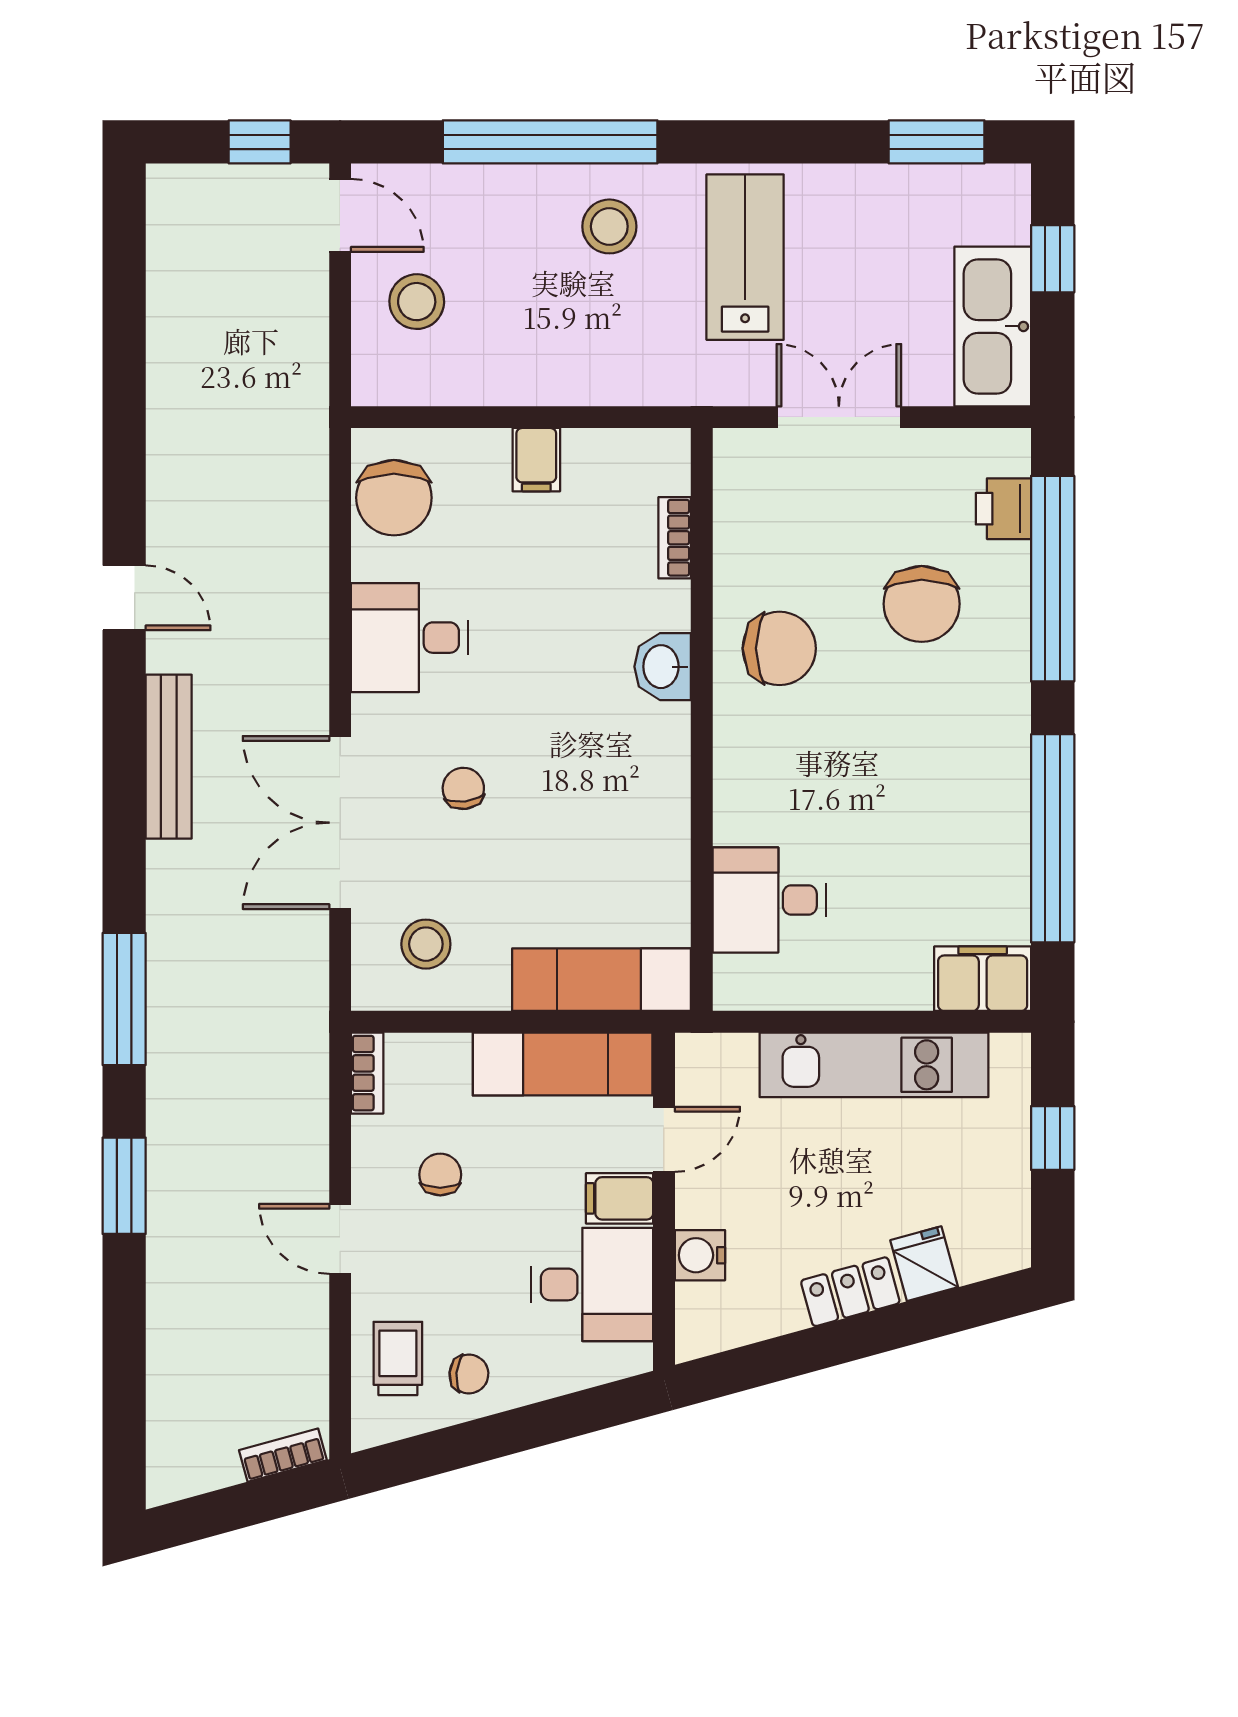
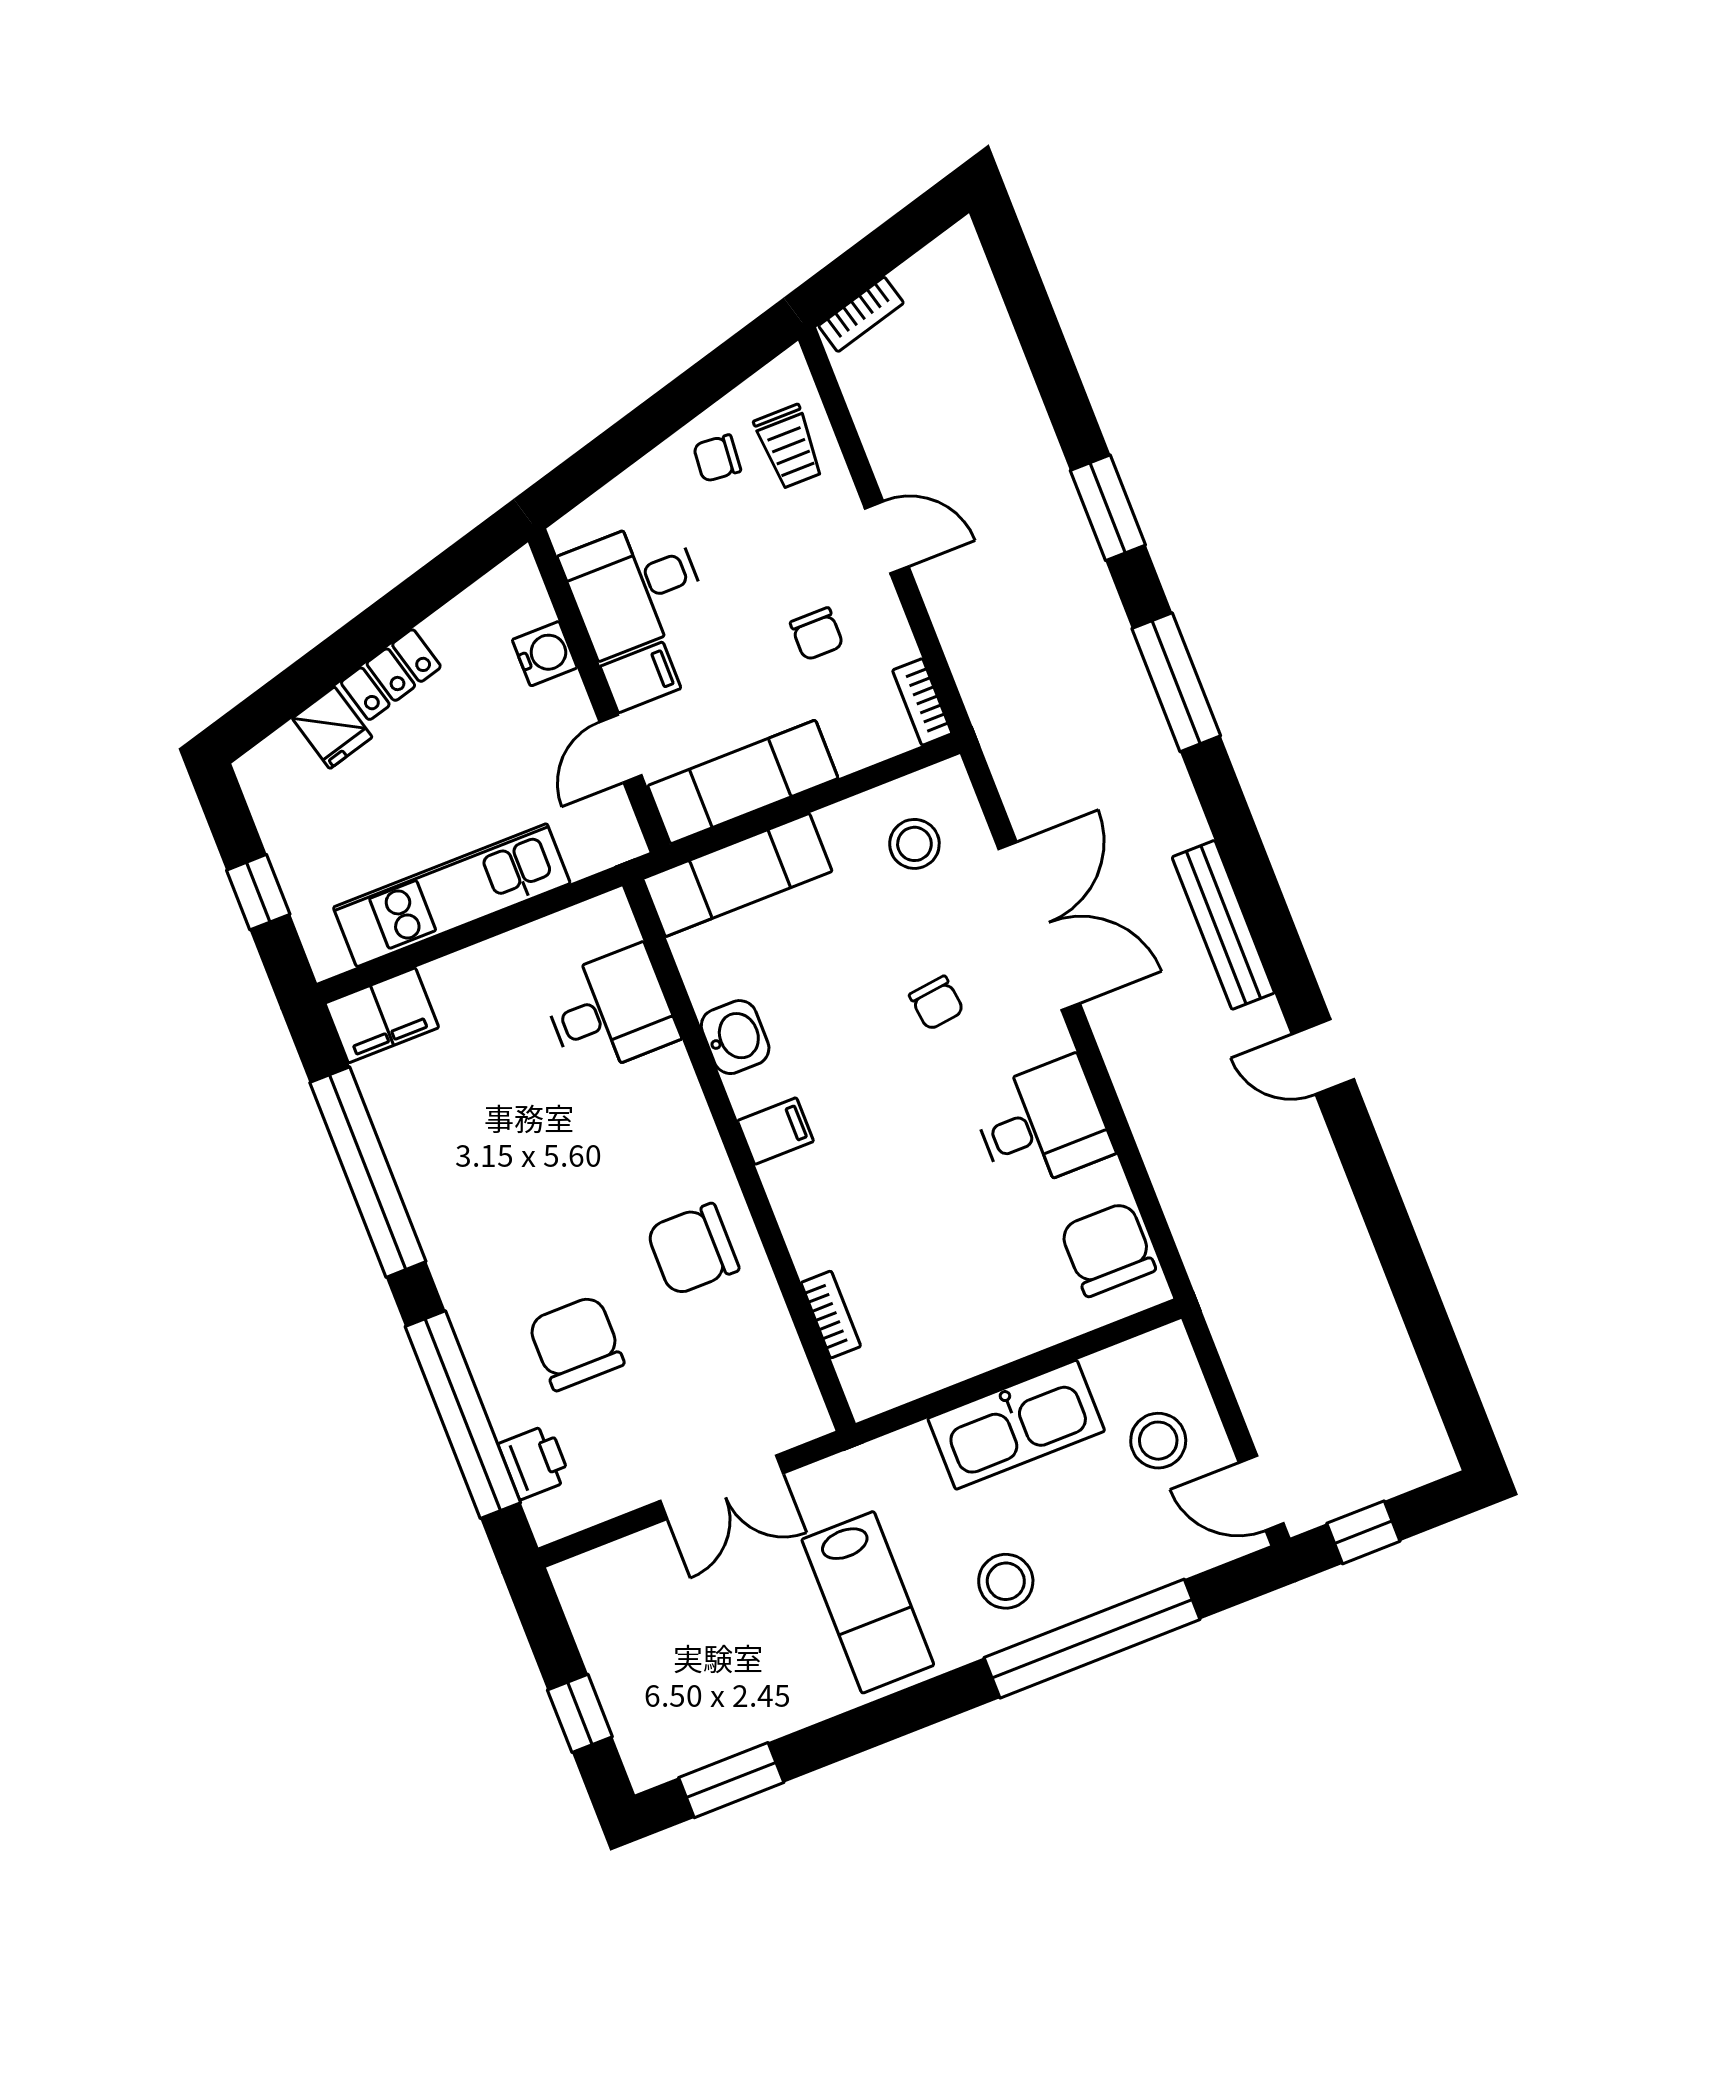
kitchen sink: (993, 326) -> (1016, 1425), moved, turned 90
filing cabinet: (536, 460) -> (776, 1131), moved, turned 90
washbasin: (663, 667) -> (735, 1037), moved

